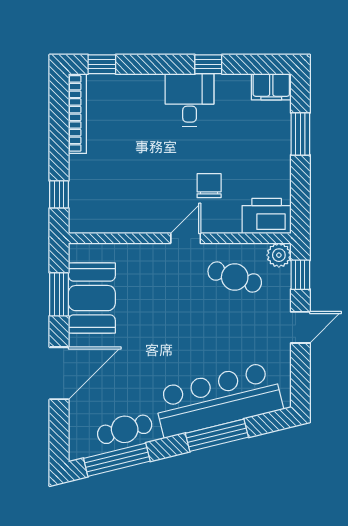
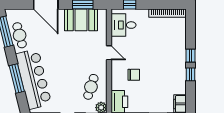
window: (102, 64) -> (191, 56), moved
desk: (190, 100) -> (124, 25), moved, turned 180
door: (186, 238) -> (109, 53), moved

